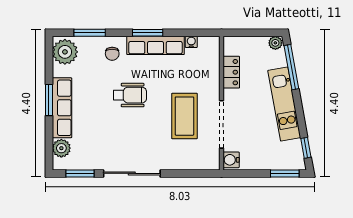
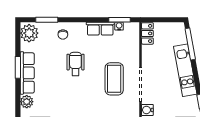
window: (148, 33) -> (120, 20), moved
plant: (275, 43) -> (179, 27), removed
row of seats: (156, 45) -> (100, 29), width x0.68
locker: (231, 72) -> (147, 33), moved
wheelchair: (130, 95) -> (75, 64), turned -90

